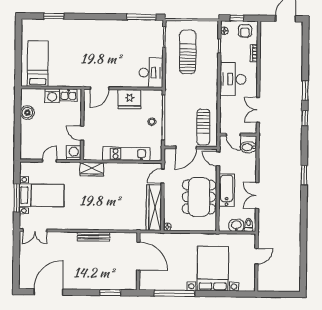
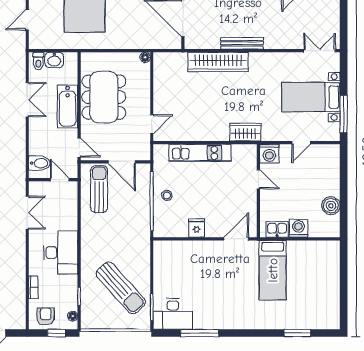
window: (141, 17) -> (200, 333), moved
sun lounger: (188, 52) -> (121, 288), turned -42
bed: (38, 64) -> (273, 270), moved
desk: (151, 73) -> (173, 314), moved, turned -90
fridge: (130, 99) -> (197, 228), width x0.53, depth x0.75
door: (186, 148) -> (122, 162), swing flipped
window: (17, 198) -> (344, 114), moved
wardrobe: (154, 208) -> (218, 62), moved, turned 90

